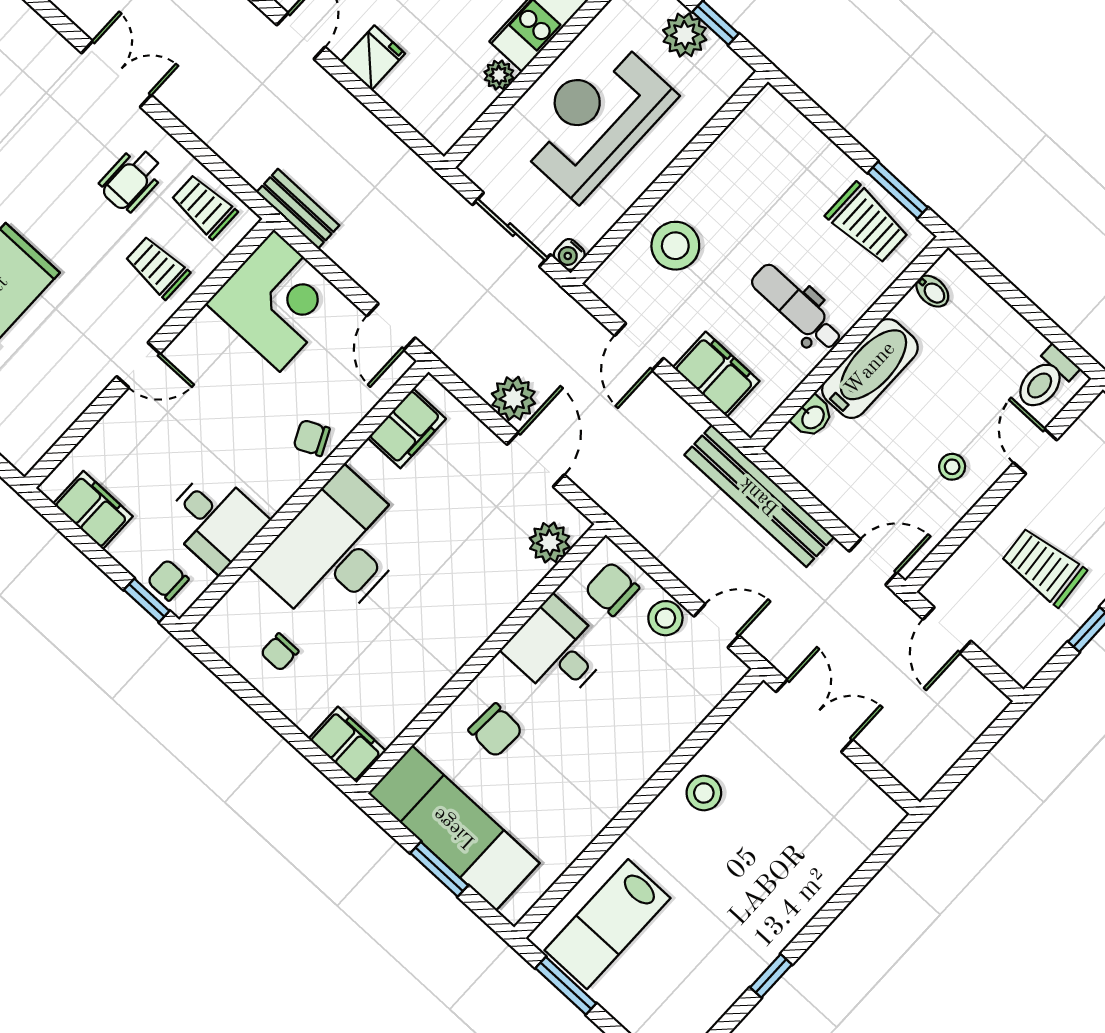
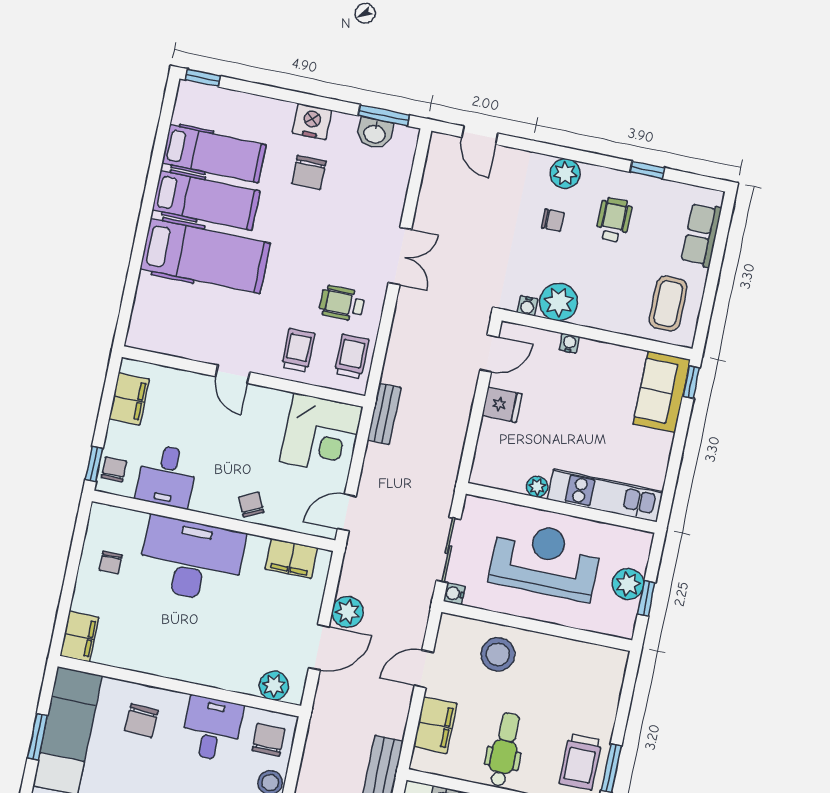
chair: (280, 652) -> (111, 563), turned -90

